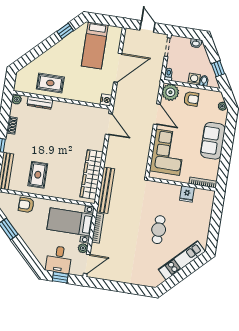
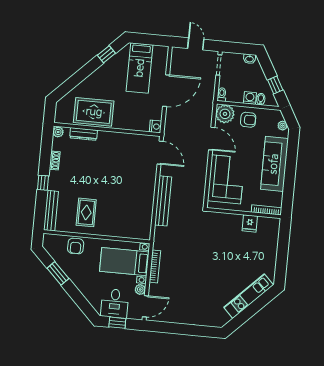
rug: (50, 83) -> (94, 112), width x1.36, depth x1.43
sofa: (213, 141) -> (274, 164), width x1.36
wardrobe: (92, 175) -> (145, 209), removed
bench: (105, 190) -> (163, 201), moved
armchair: (26, 205) -> (76, 246), turned -90
cafe table: (159, 230) -> (221, 264), removed

